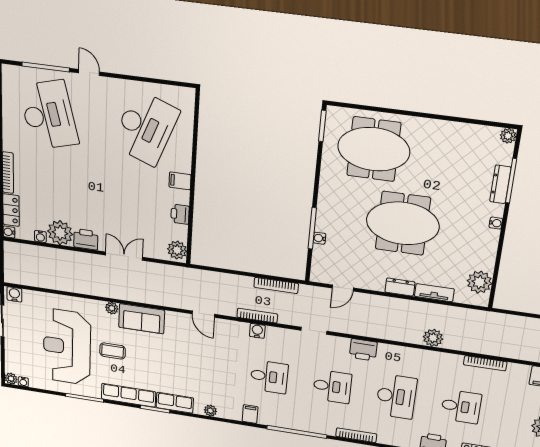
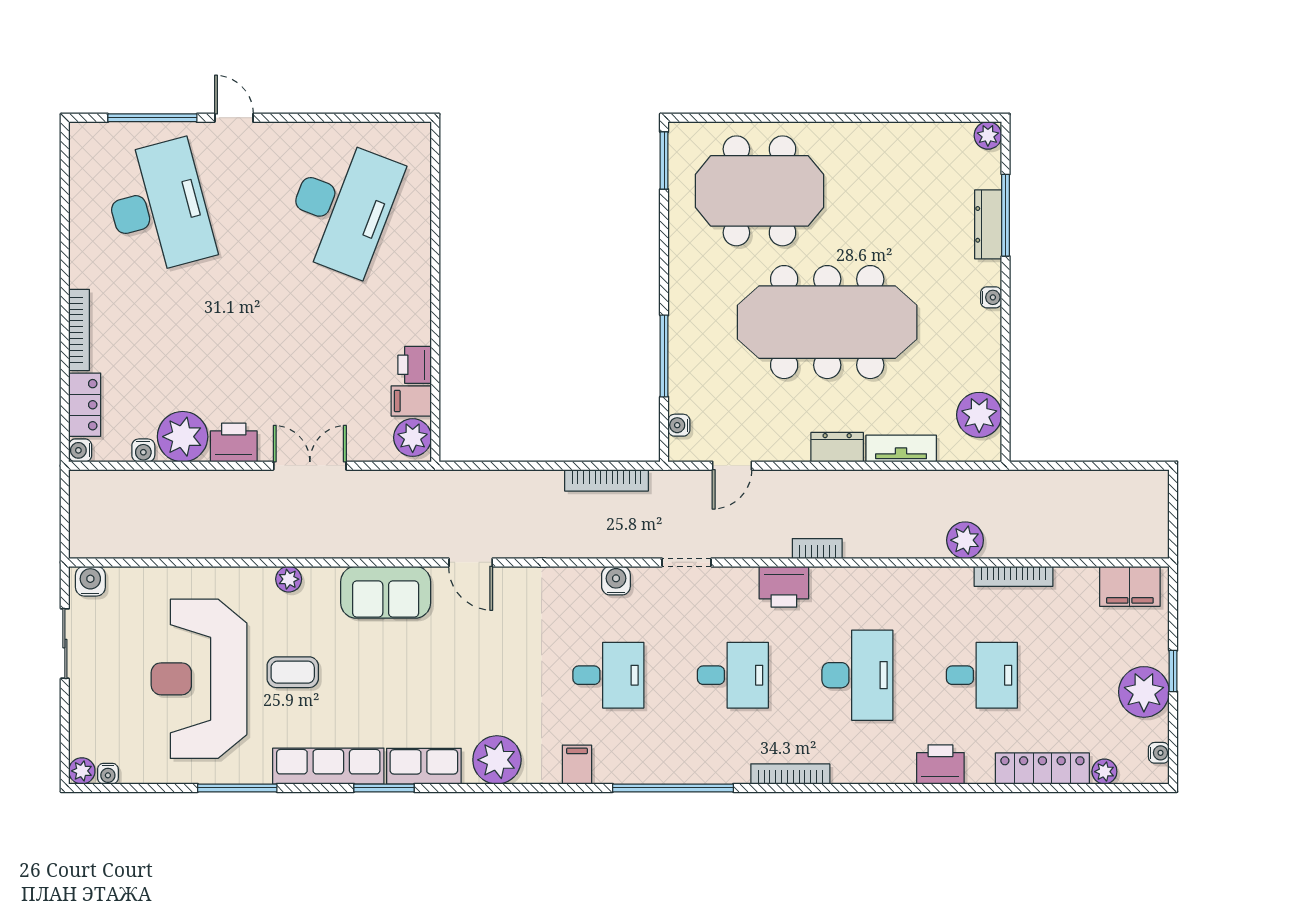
filing cabinet: (180, 181) -> (411, 401), moved
meeting table: (403, 223) -> (827, 322), width x1.36
water cooler: (319, 238) -> (679, 425), moved
bookcase: (257, 316) -> (817, 549), moved, width x0.64
sofa: (142, 319) -> (386, 592), moved
water cooler: (257, 331) -> (616, 581), moved
plant: (433, 338) -> (965, 540), moved
plant: (210, 411) -> (497, 760), width x1.88, depth x1.88

